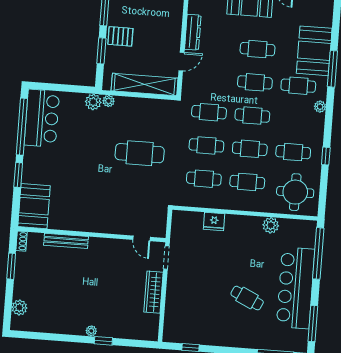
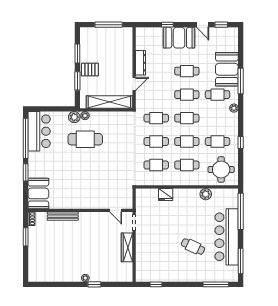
cafe table: (140, 153) -> (85, 139), moved
plant: (19, 308) -> (34, 265), removed

